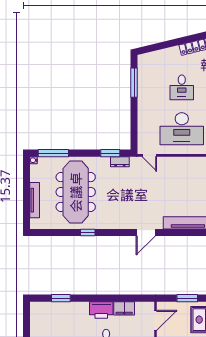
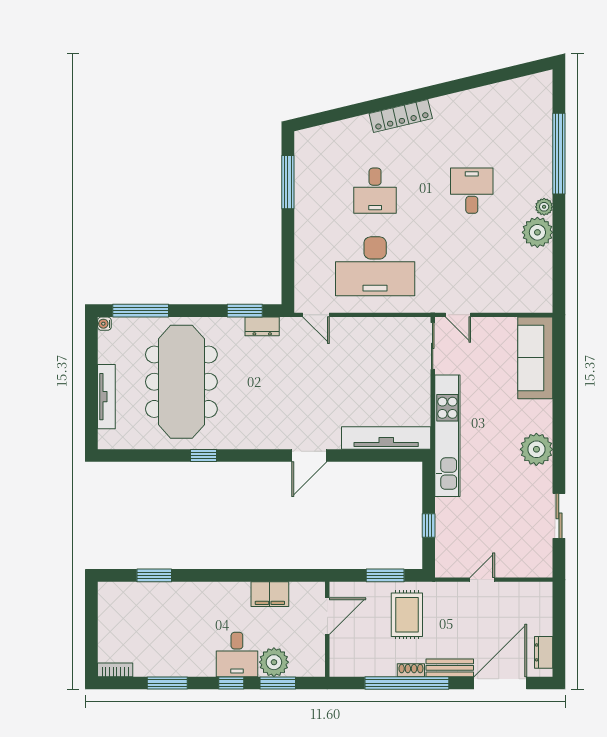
printer: (101, 310) -> (228, 597), removed

